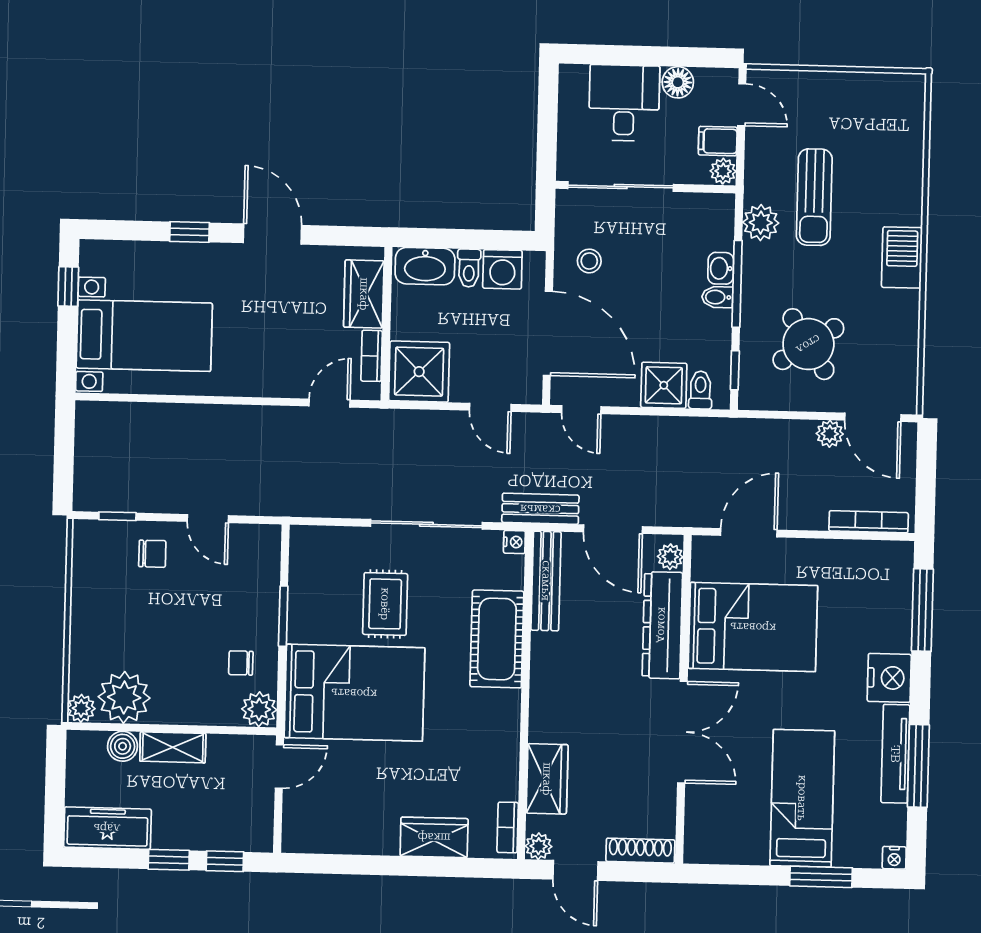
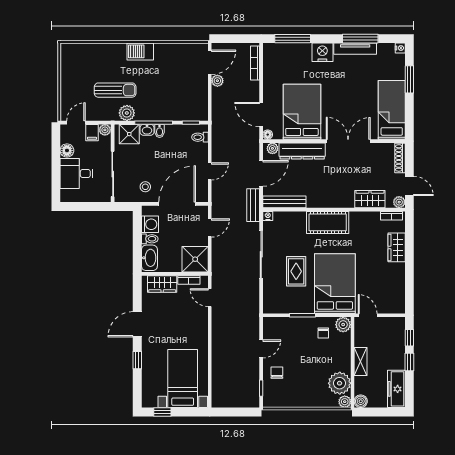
round table: (808, 344) -> (179, 91), removed
shower: (664, 385) -> (129, 134), moved
door: (581, 410) -> (210, 171), moved
floor lamp: (702, 547) -> (268, 135), added
rug: (385, 604) -> (296, 271), turned 90
cot: (497, 639) -> (328, 222), moved
boiler: (123, 746) -> (361, 401), moved
bed: (802, 798) -> (392, 110), moved, turned 90
door: (576, 870) -> (409, 186), hinge flipped

